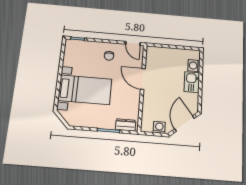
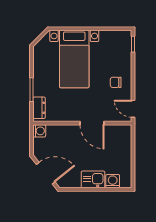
door: (133, 43) -> (133, 109), hinge flipped
door: (143, 79) -> (92, 123), swing flipped
washing machine: (159, 127) -> (39, 131), moved

